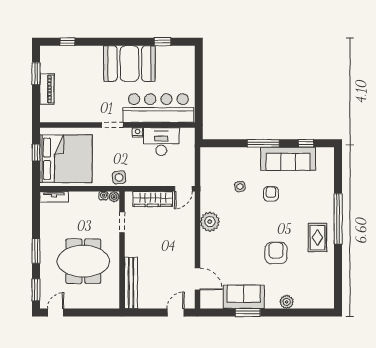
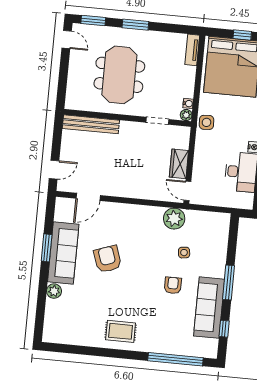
armchair: (271, 194) -> (173, 285), turned -90
wardrobe: (153, 199) -> (179, 164), width x0.67
window: (338, 219) -> (175, 359), moved
plant: (210, 222) -> (174, 219), moved
armchair: (276, 253) -> (108, 259), moved, turned -109
sofa: (244, 297) -> (63, 253), width x1.36
door: (176, 313) -> (54, 170), hinge flipped

